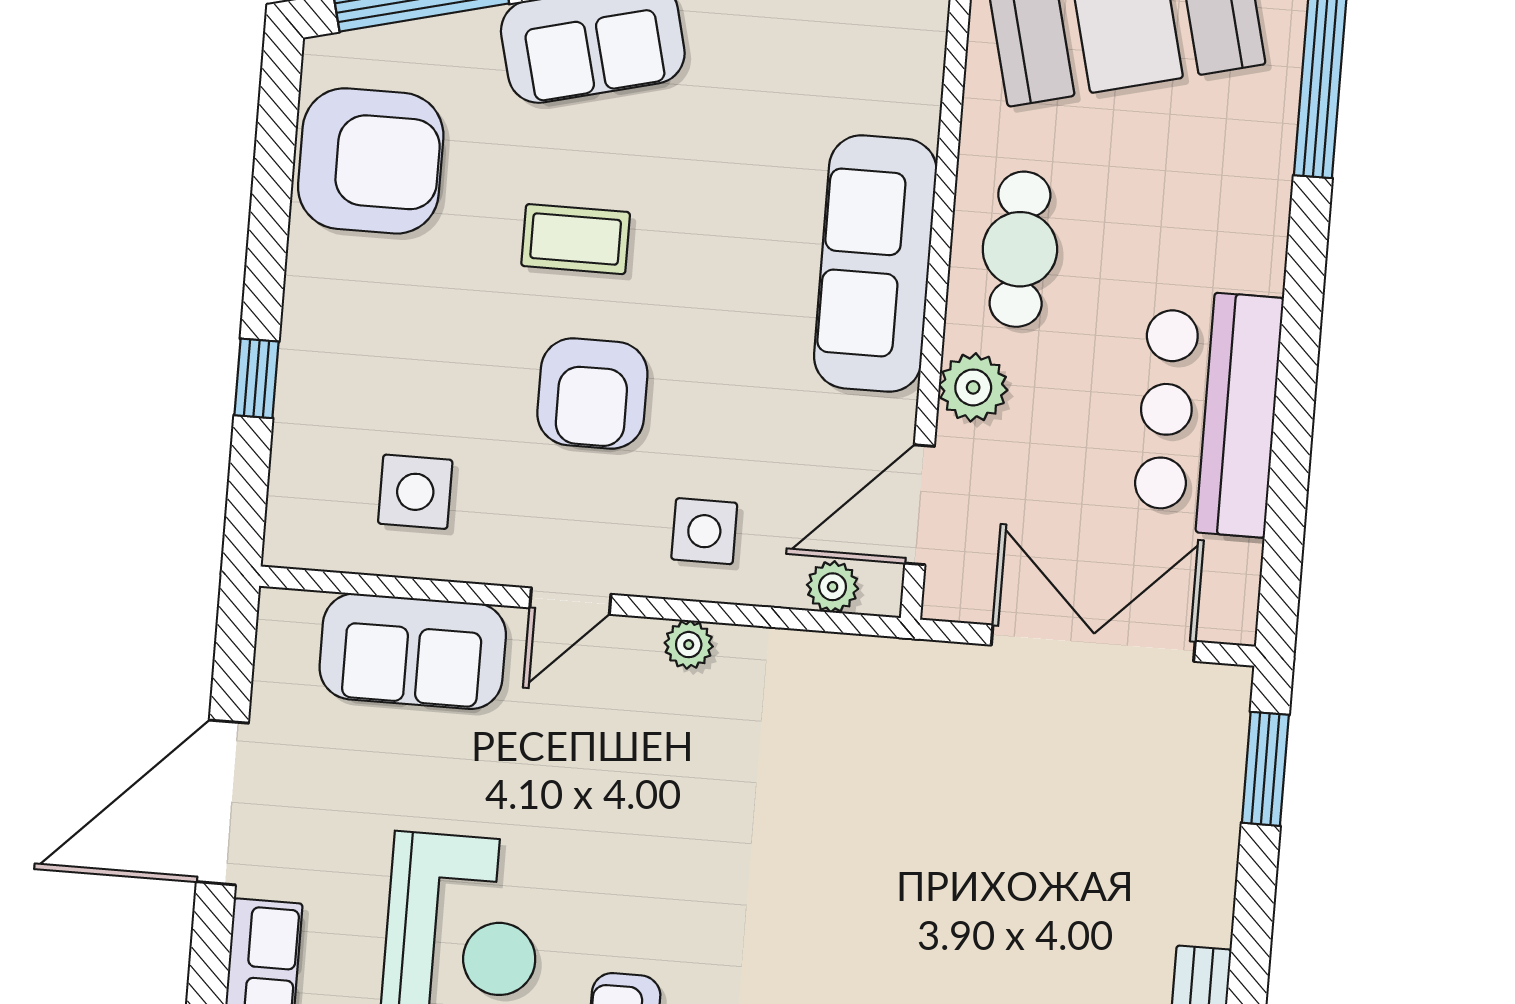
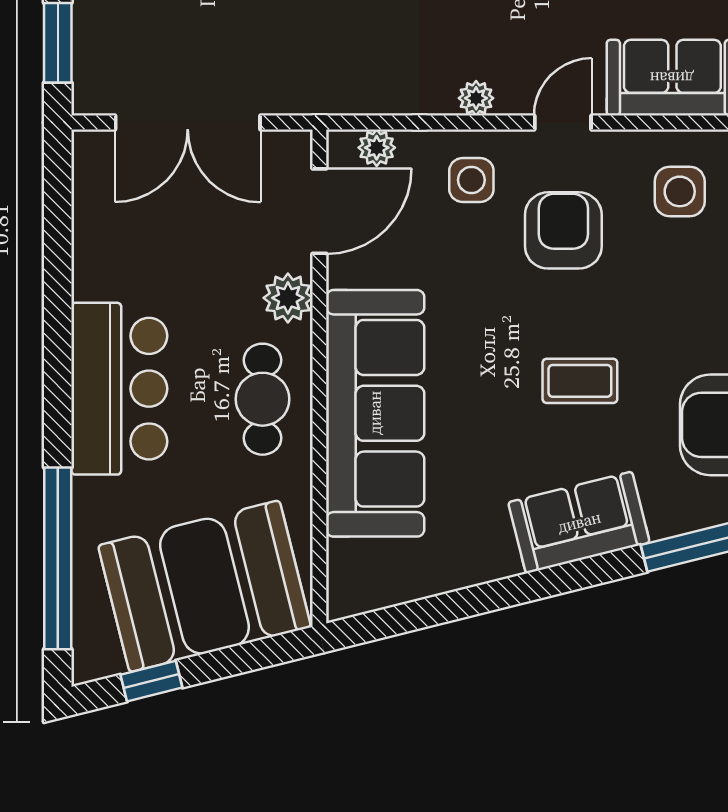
sofa: (875, 264) -> (375, 413), width x1.36, depth x1.27
armchair: (592, 393) -> (563, 230), moved
bar counter: (1208, 413) -> (119, 389), moved

